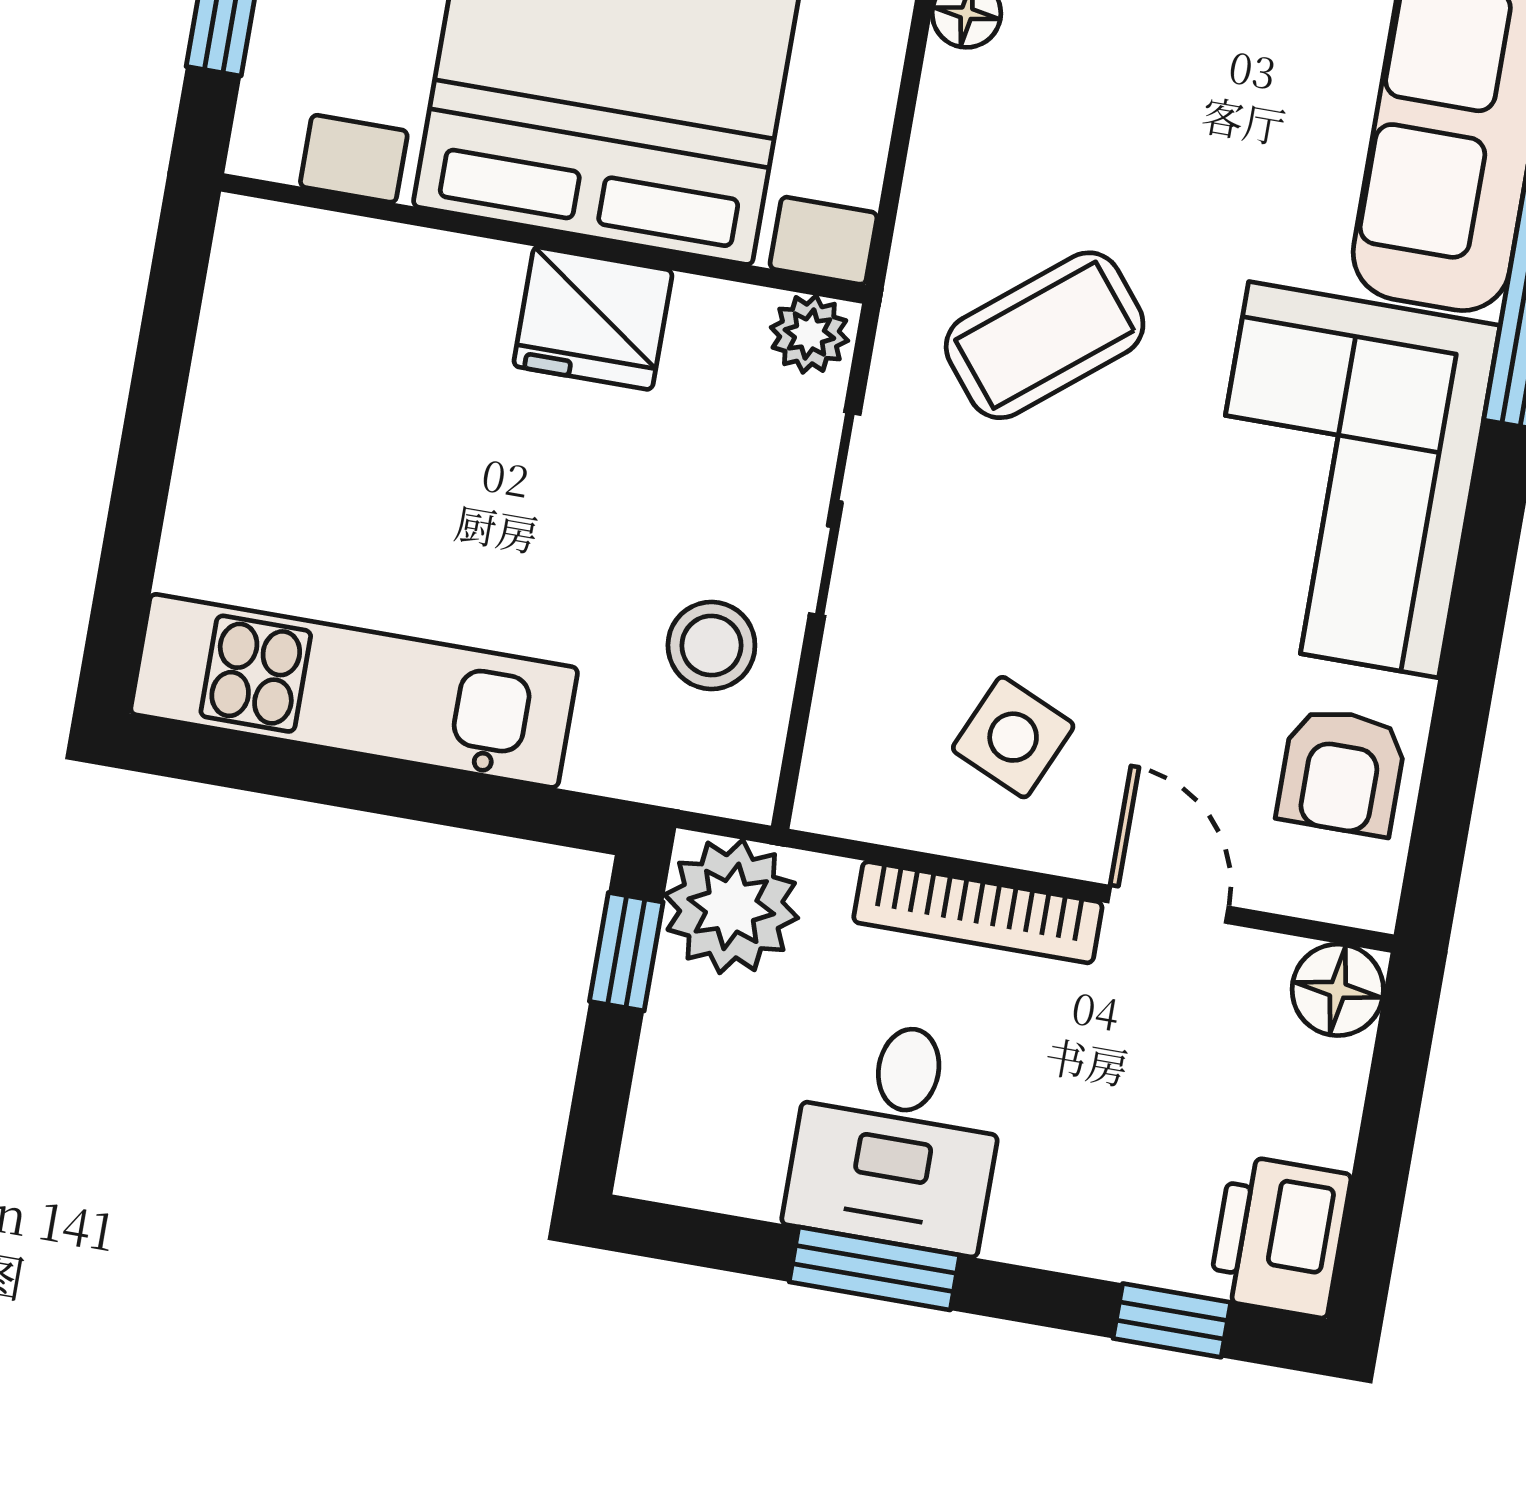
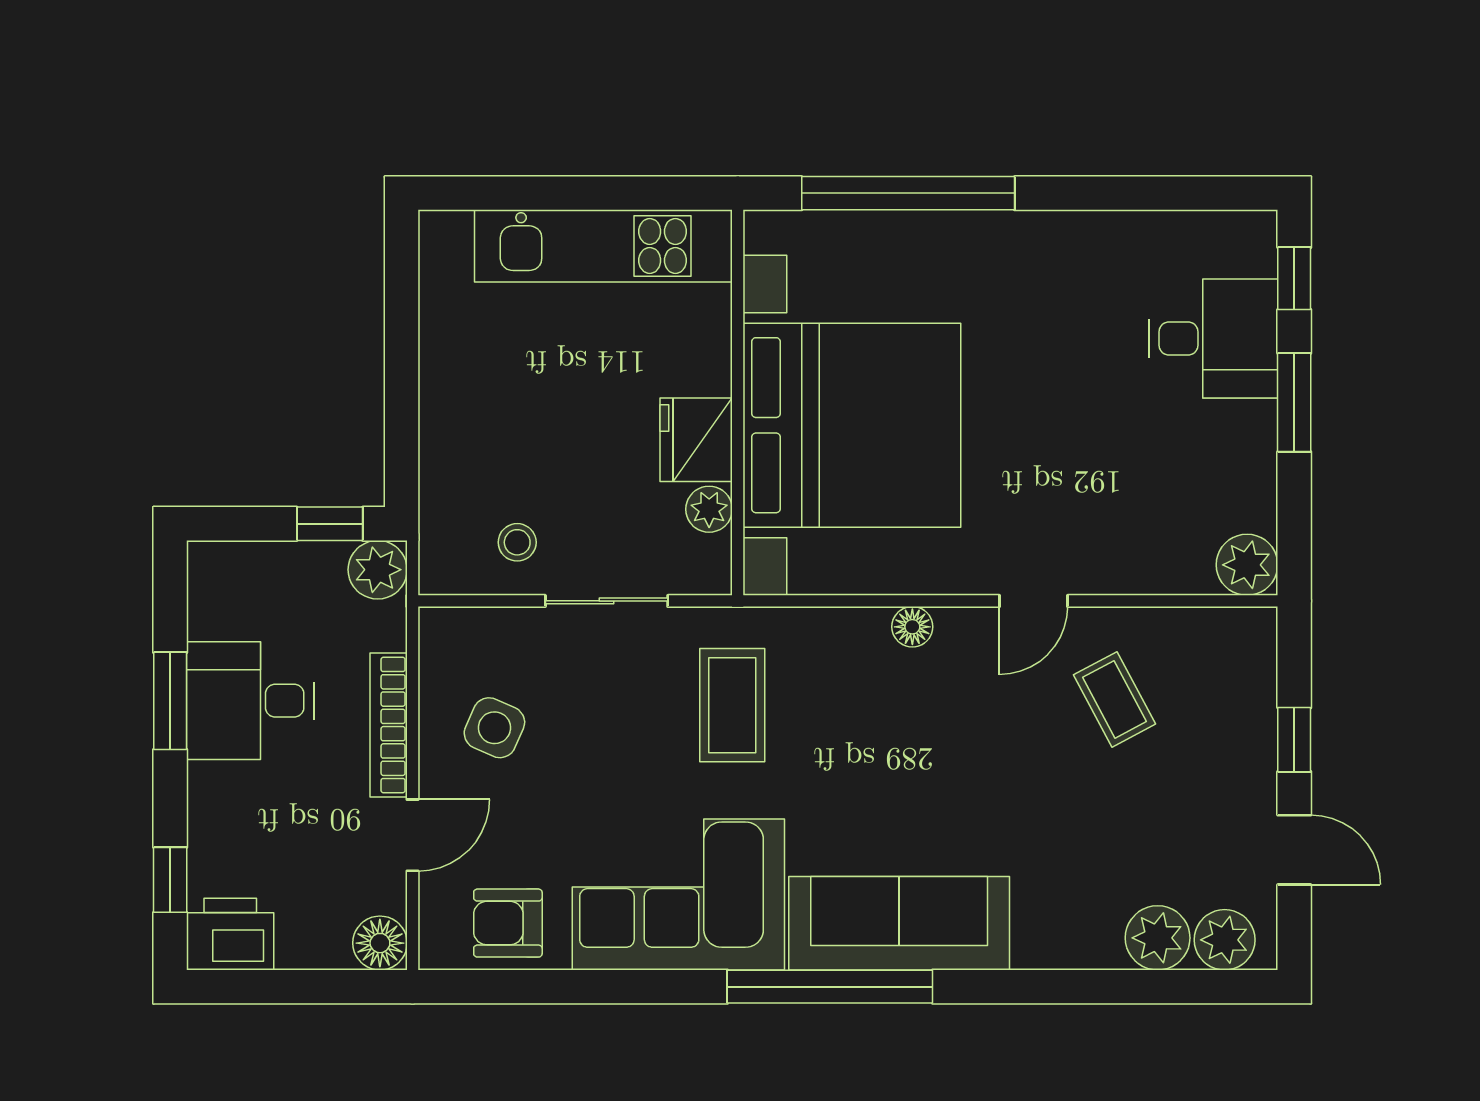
plant: (809, 334) -> (709, 509), moved
coffee table: (1045, 335) -> (732, 705), turned 39
stool: (711, 646) -> (517, 542), width x0.73, depth x0.73
kitchen unit: (354, 691) -> (603, 246), moved, turned 90
plant: (731, 906) -> (378, 570), width x0.73, depth x0.73

